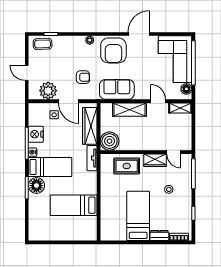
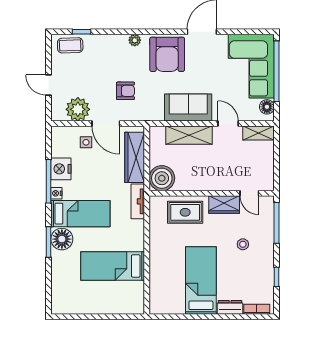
sofa: (117, 89) -> (188, 108), moved

